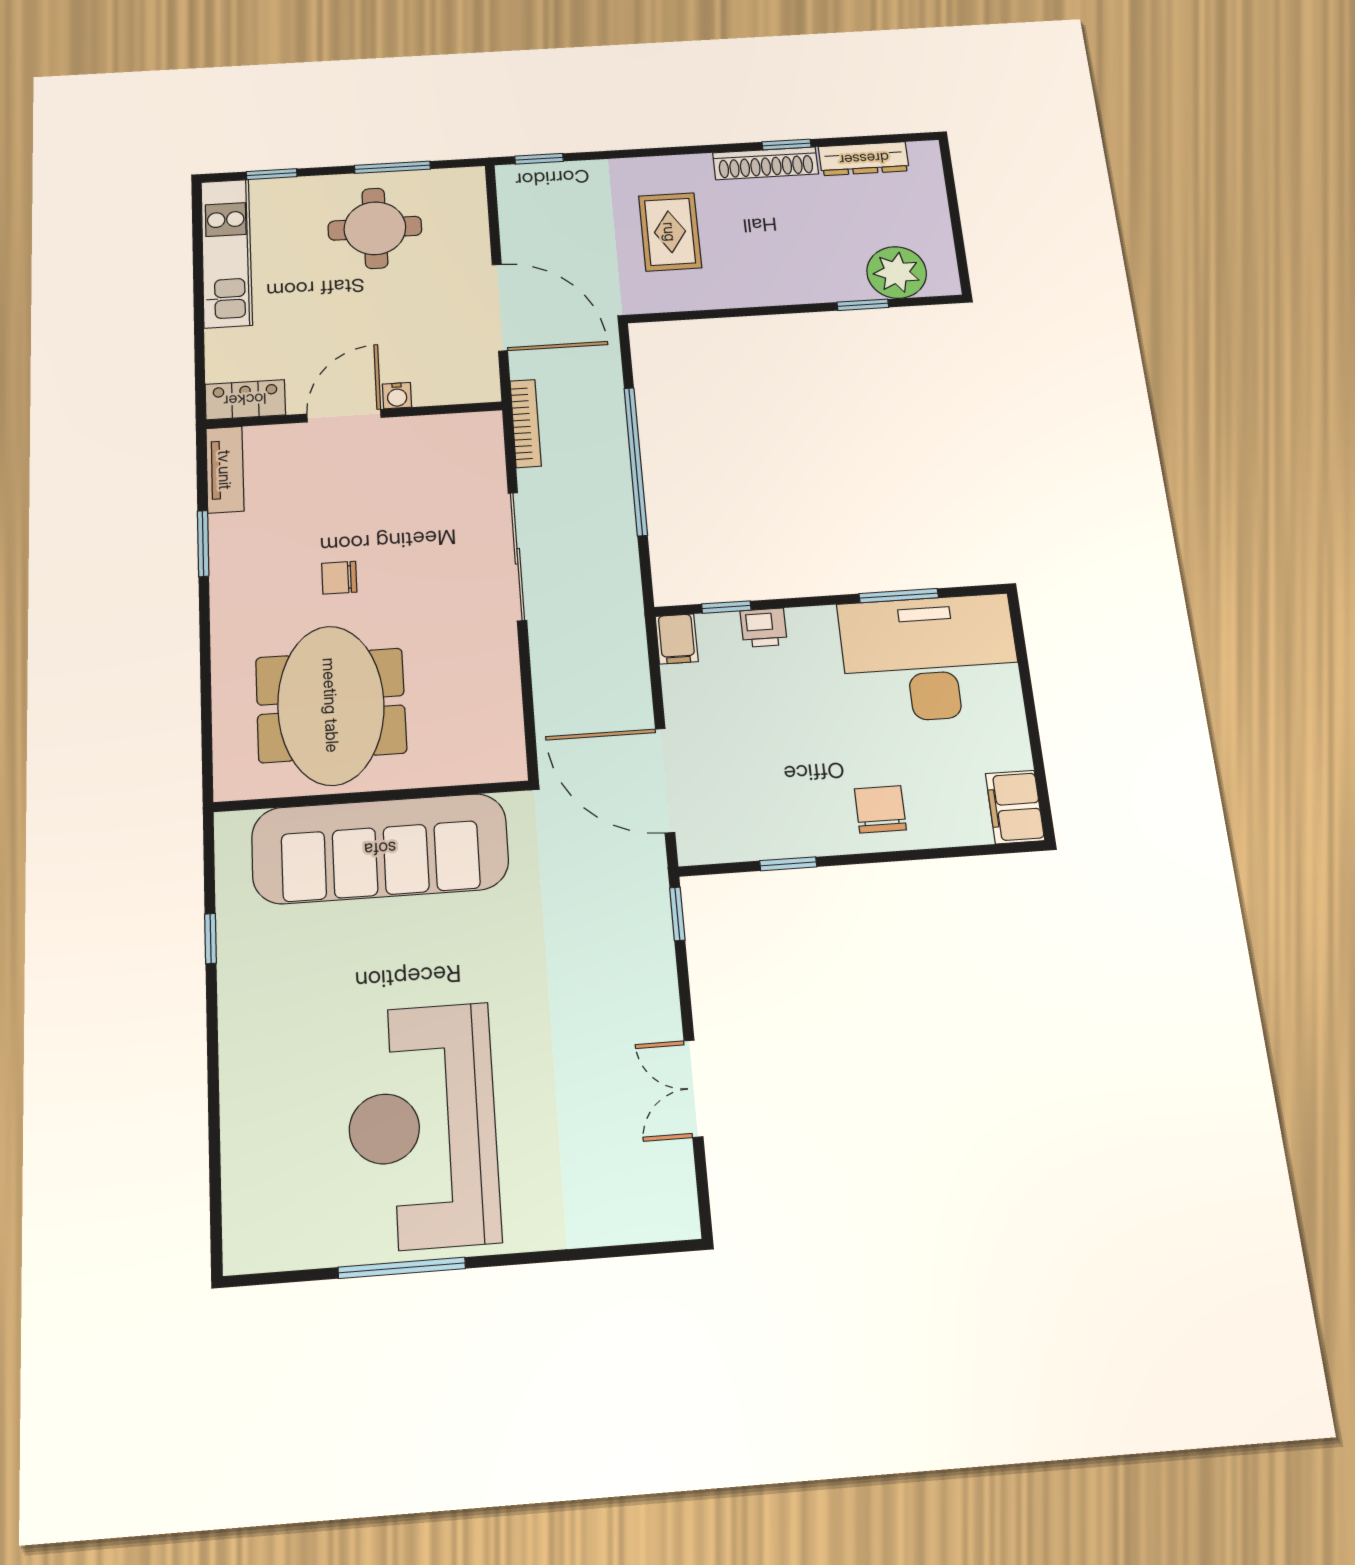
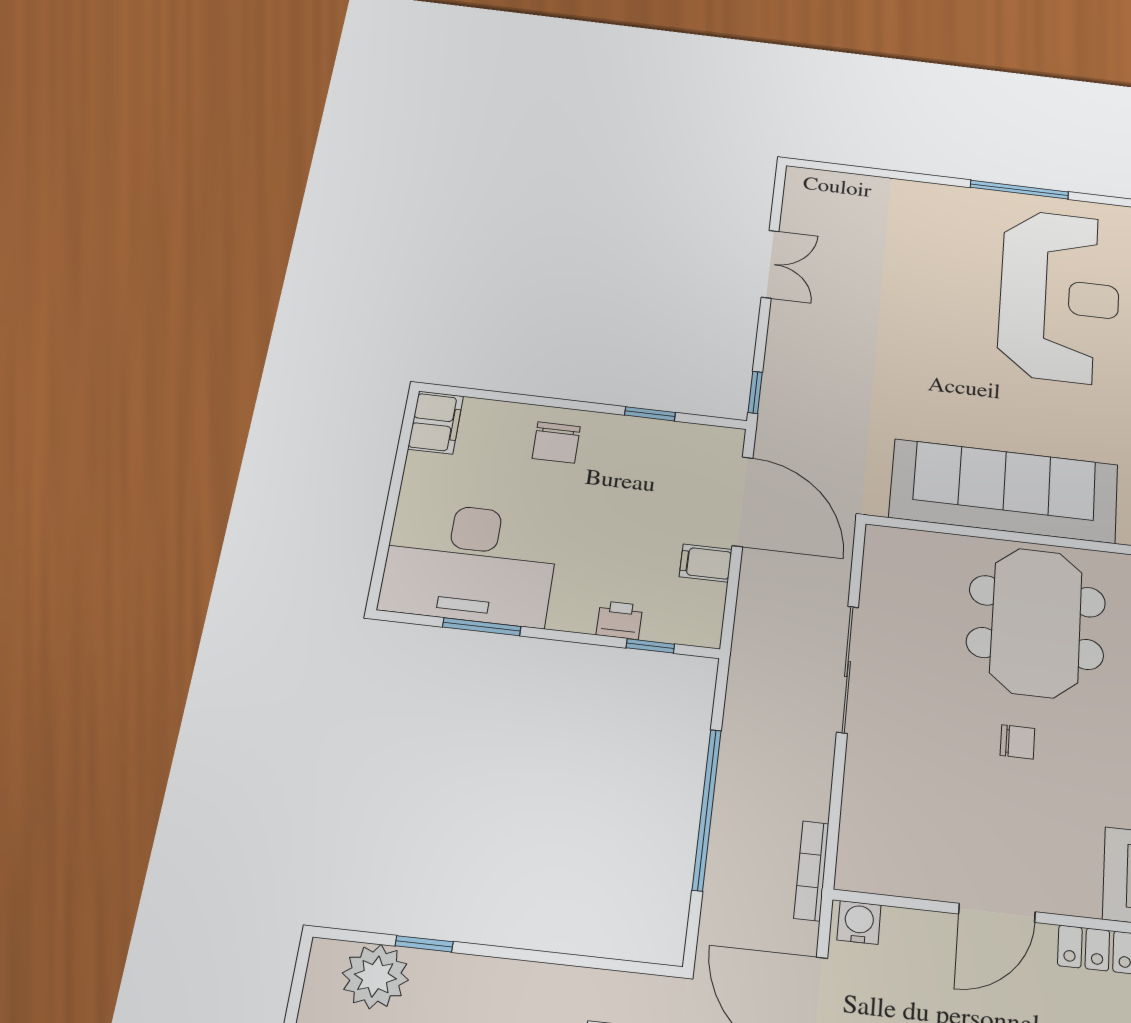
water cooler: (397, 396) -> (859, 922), moved, width x1.38, depth x1.38
sliding door: (517, 556) -> (848, 669), moved
filing cabinet: (677, 639) -> (706, 563), moved, turned -90
reception desk: (422, 1126) -> (1060, 296), moved

